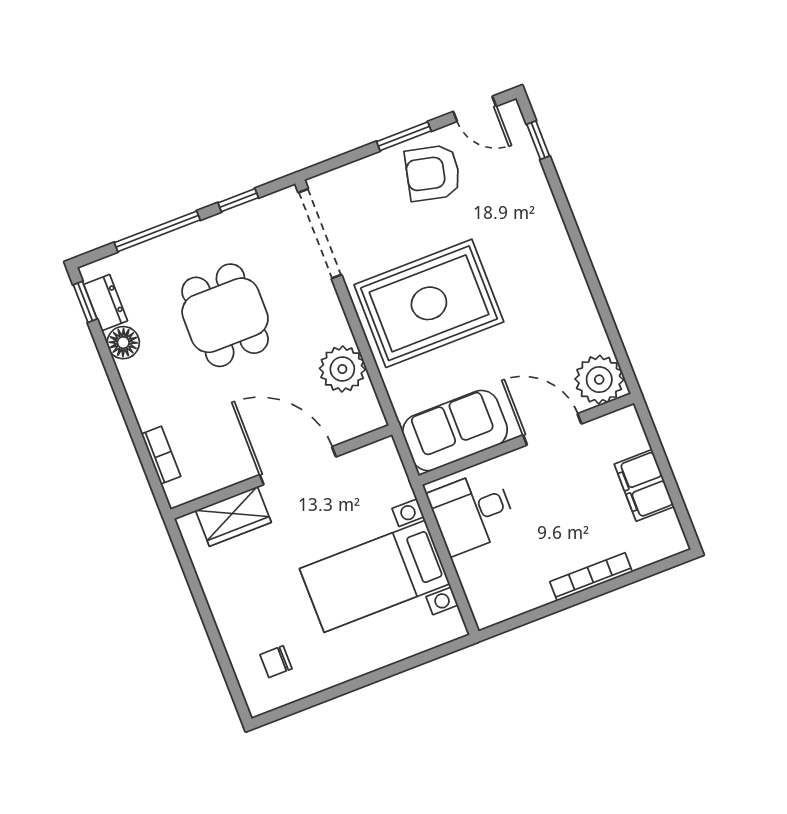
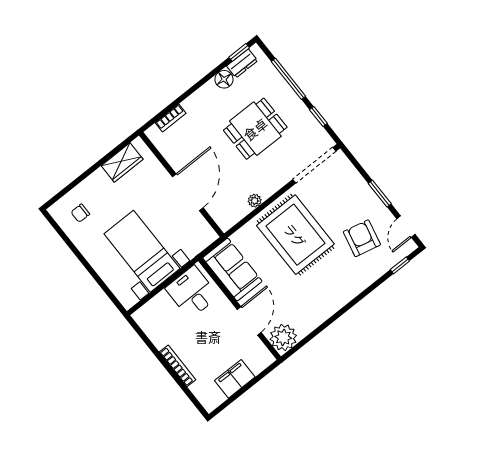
armchair: (433, 173) -> (362, 238), moved
plant: (342, 369) -> (255, 201), width x0.53, depth x0.53
wardrobe: (233, 516) -> (122, 162), moved, turned -90
chair: (276, 662) -> (80, 213), turned -90

